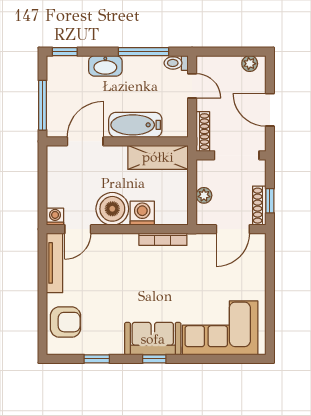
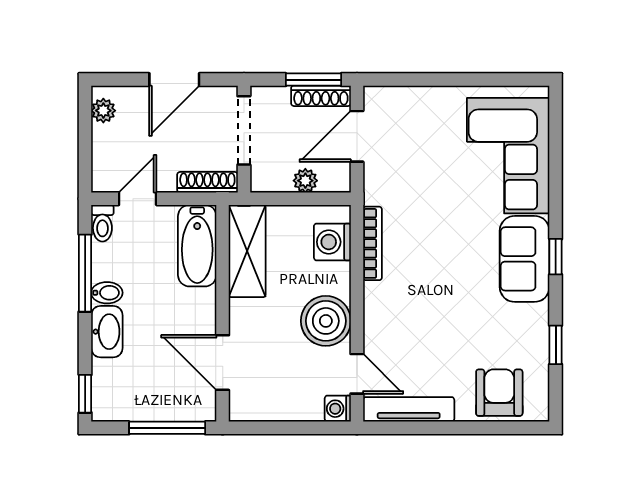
bidet: (131, 66) -> (107, 293), added
bathtub: (135, 125) -> (197, 246), moved
window: (270, 201) -> (314, 80), width x1.50
washing machine: (142, 213) -> (332, 242), moved
door: (233, 229) -> (357, 136), swing flipped

